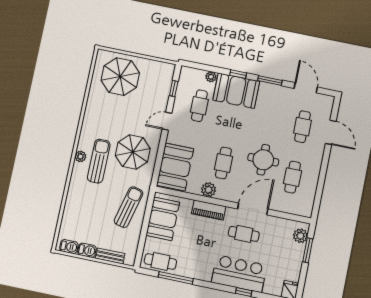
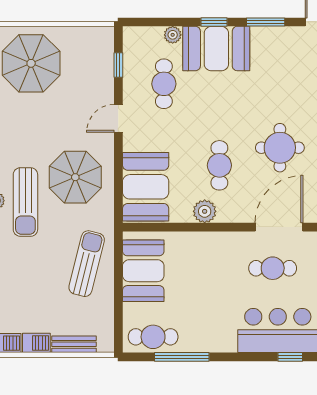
sun lounger: (99, 161) -> (25, 202), turned 180
piano: (209, 210) -> (211, 243), removed

